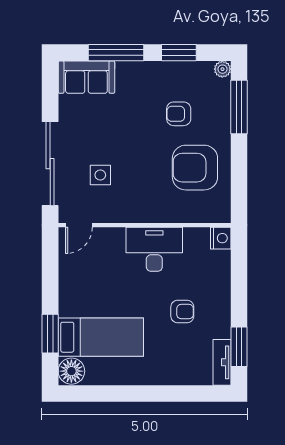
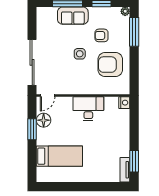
sofa: (86, 77) -> (73, 16), moved
side table: (100, 175) -> (80, 54), moved
armchair: (182, 312) -> (103, 142), removed
window: (50, 334) -> (32, 129), moved
floor lamp: (71, 371) -> (44, 120), moved

